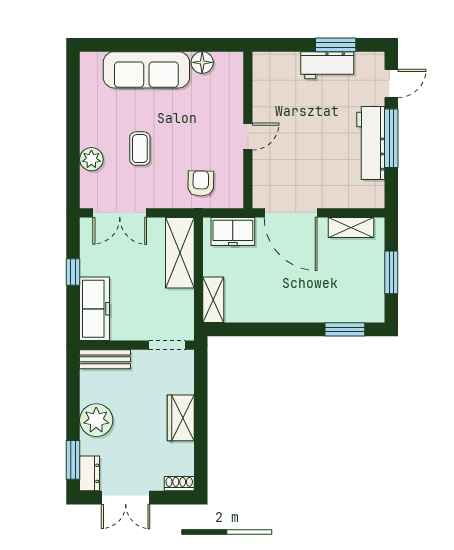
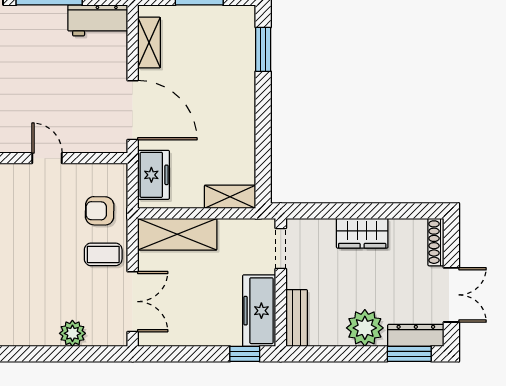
workbench: (371, 143) -> (98, 20), moved, width x0.73
coffee table: (140, 149) -> (103, 254), moved
door: (291, 213) -> (133, 110), hinge flipped
window: (73, 272) -> (245, 354), moved
freezer: (95, 309) -> (259, 311), moved, turned -90
dresser: (90, 473) -> (416, 335), width x1.44
shoe rack: (179, 484) -> (436, 242), width x1.43

